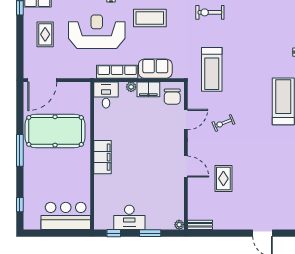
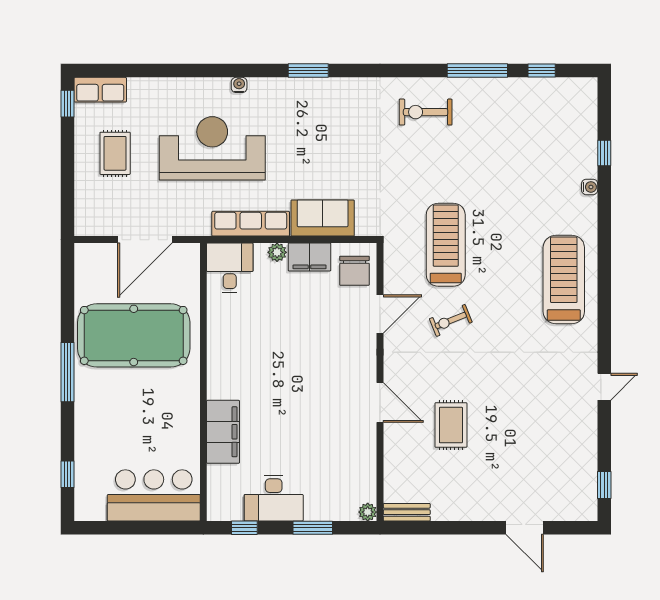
coffee table: (150, 18) -> (312, 123), removed
treadmill: (212, 69) -> (446, 245), moved, turned 180
door: (42, 80) -> (145, 240), moved
filing cabinet: (102, 157) -> (223, 432), moved

